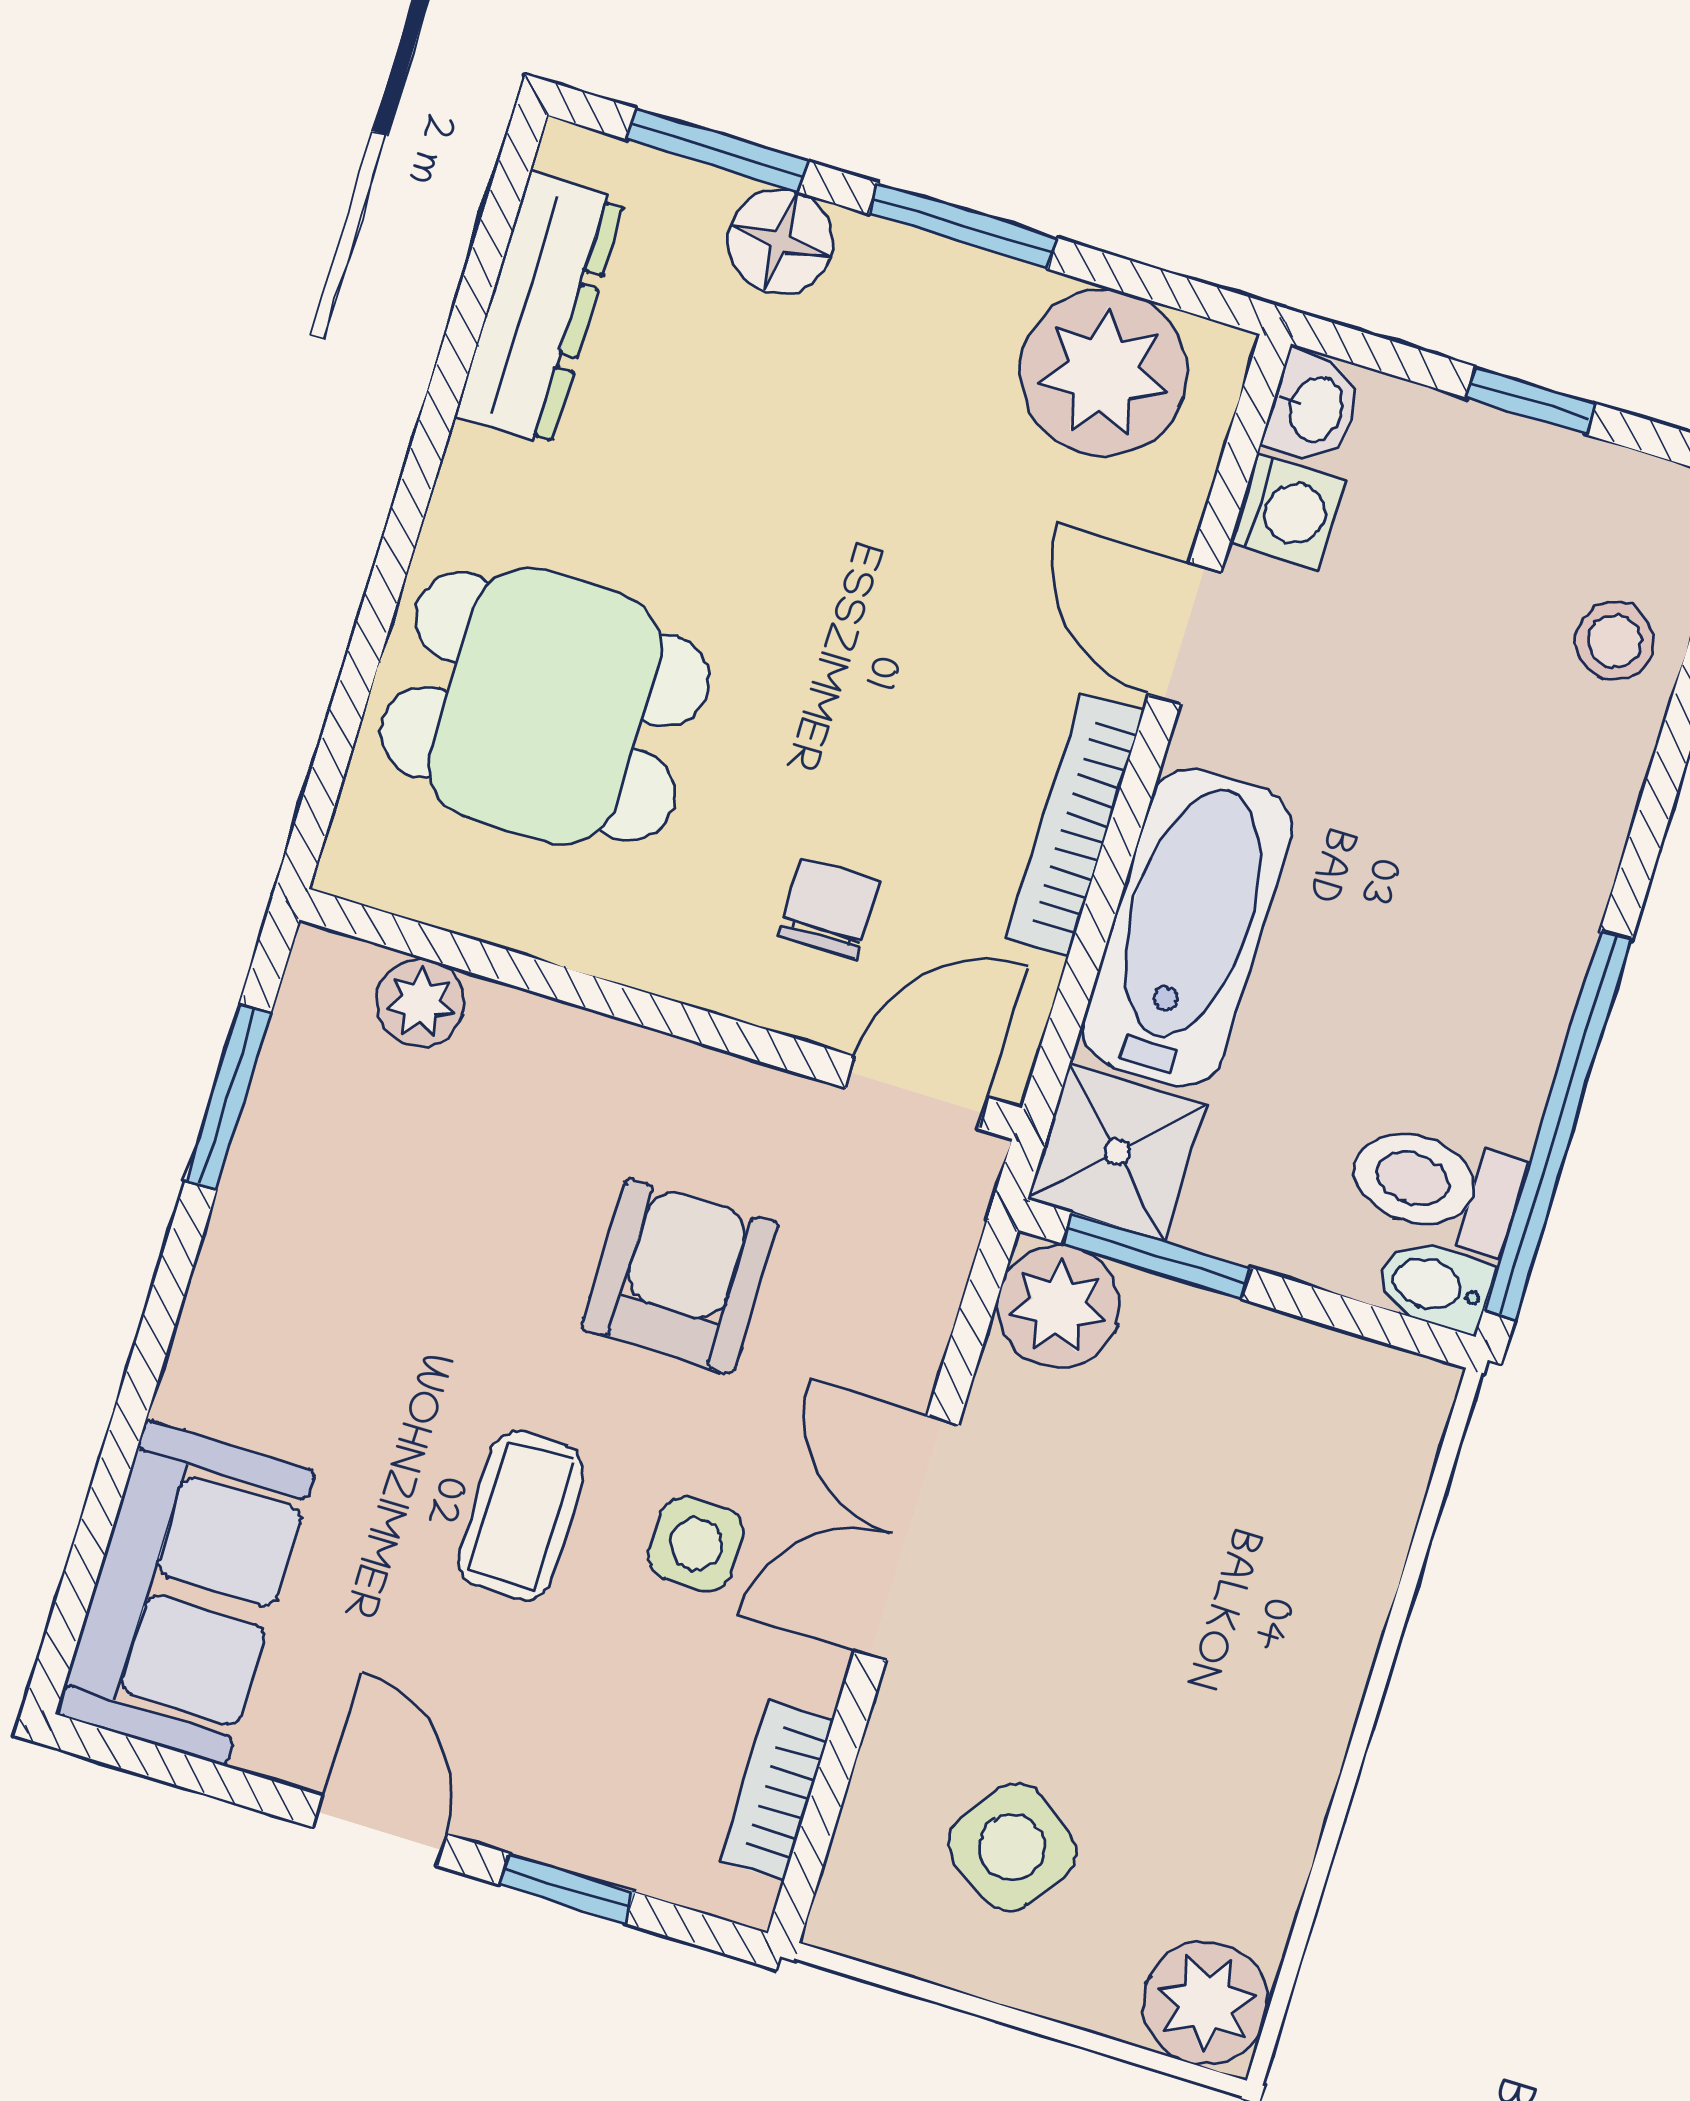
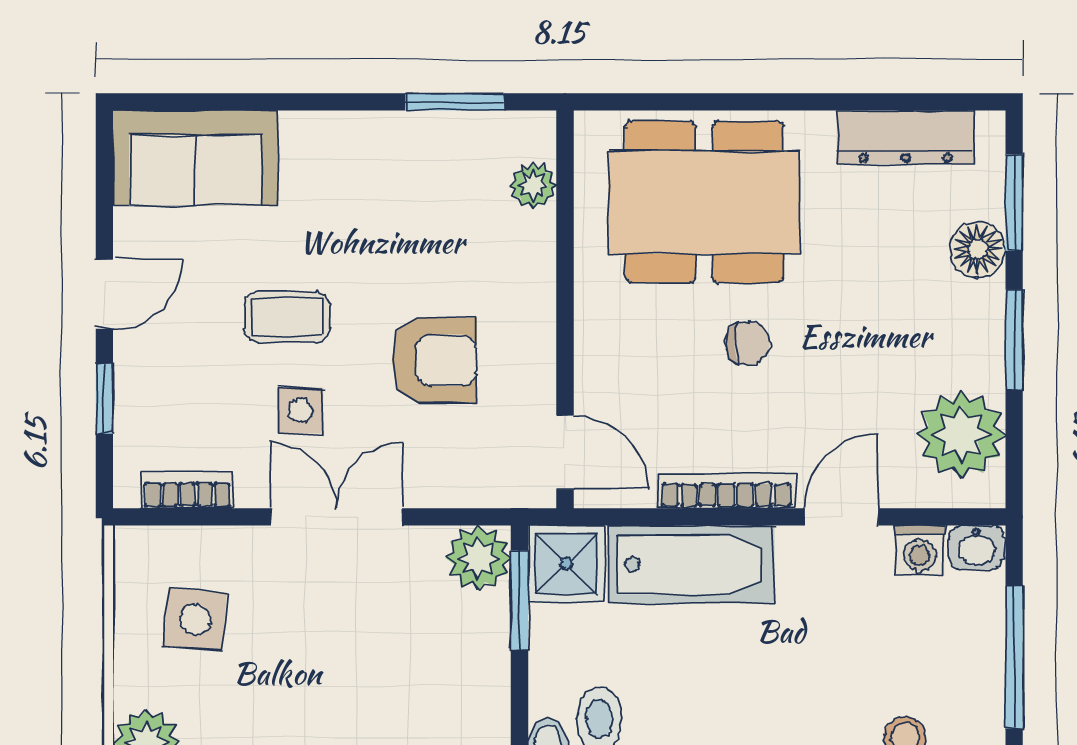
window: (1531, 401) -> (1014, 657), width x2.17
dining table: (545, 706) -> (704, 202), width x1.38
chair: (829, 909) -> (748, 343), moved
side table: (1012, 1847) -> (195, 619), turned -30

